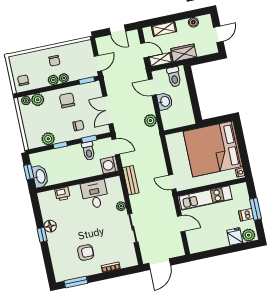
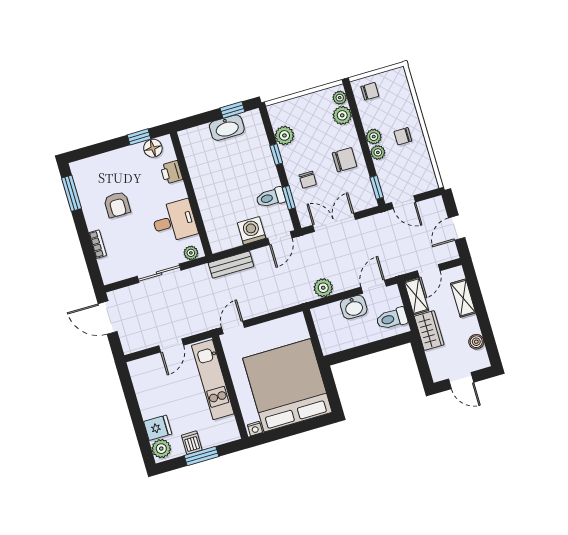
wall: (78, 182) -> (191, 194), moved
printer: (62, 194) -> (171, 172), moved
desk: (95, 194) -> (174, 221), moved

